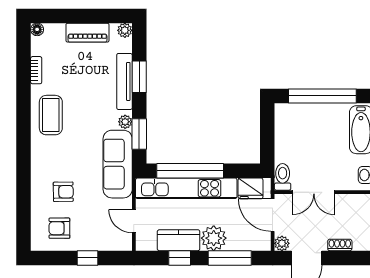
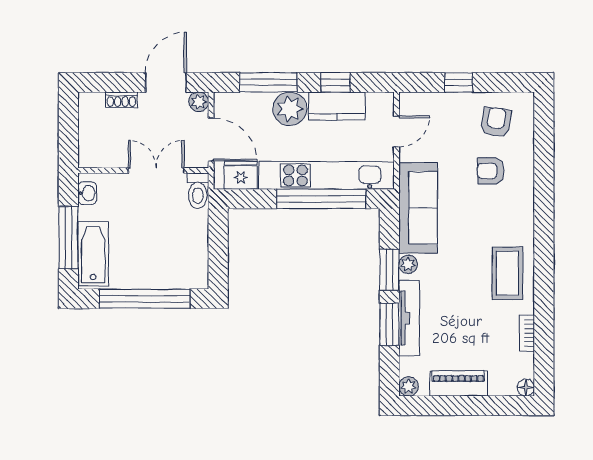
window: (139, 134) -> (389, 270), moved
door: (134, 221) -> (396, 131), hinge flipped
armchair: (59, 228) -> (496, 122), turned -81

